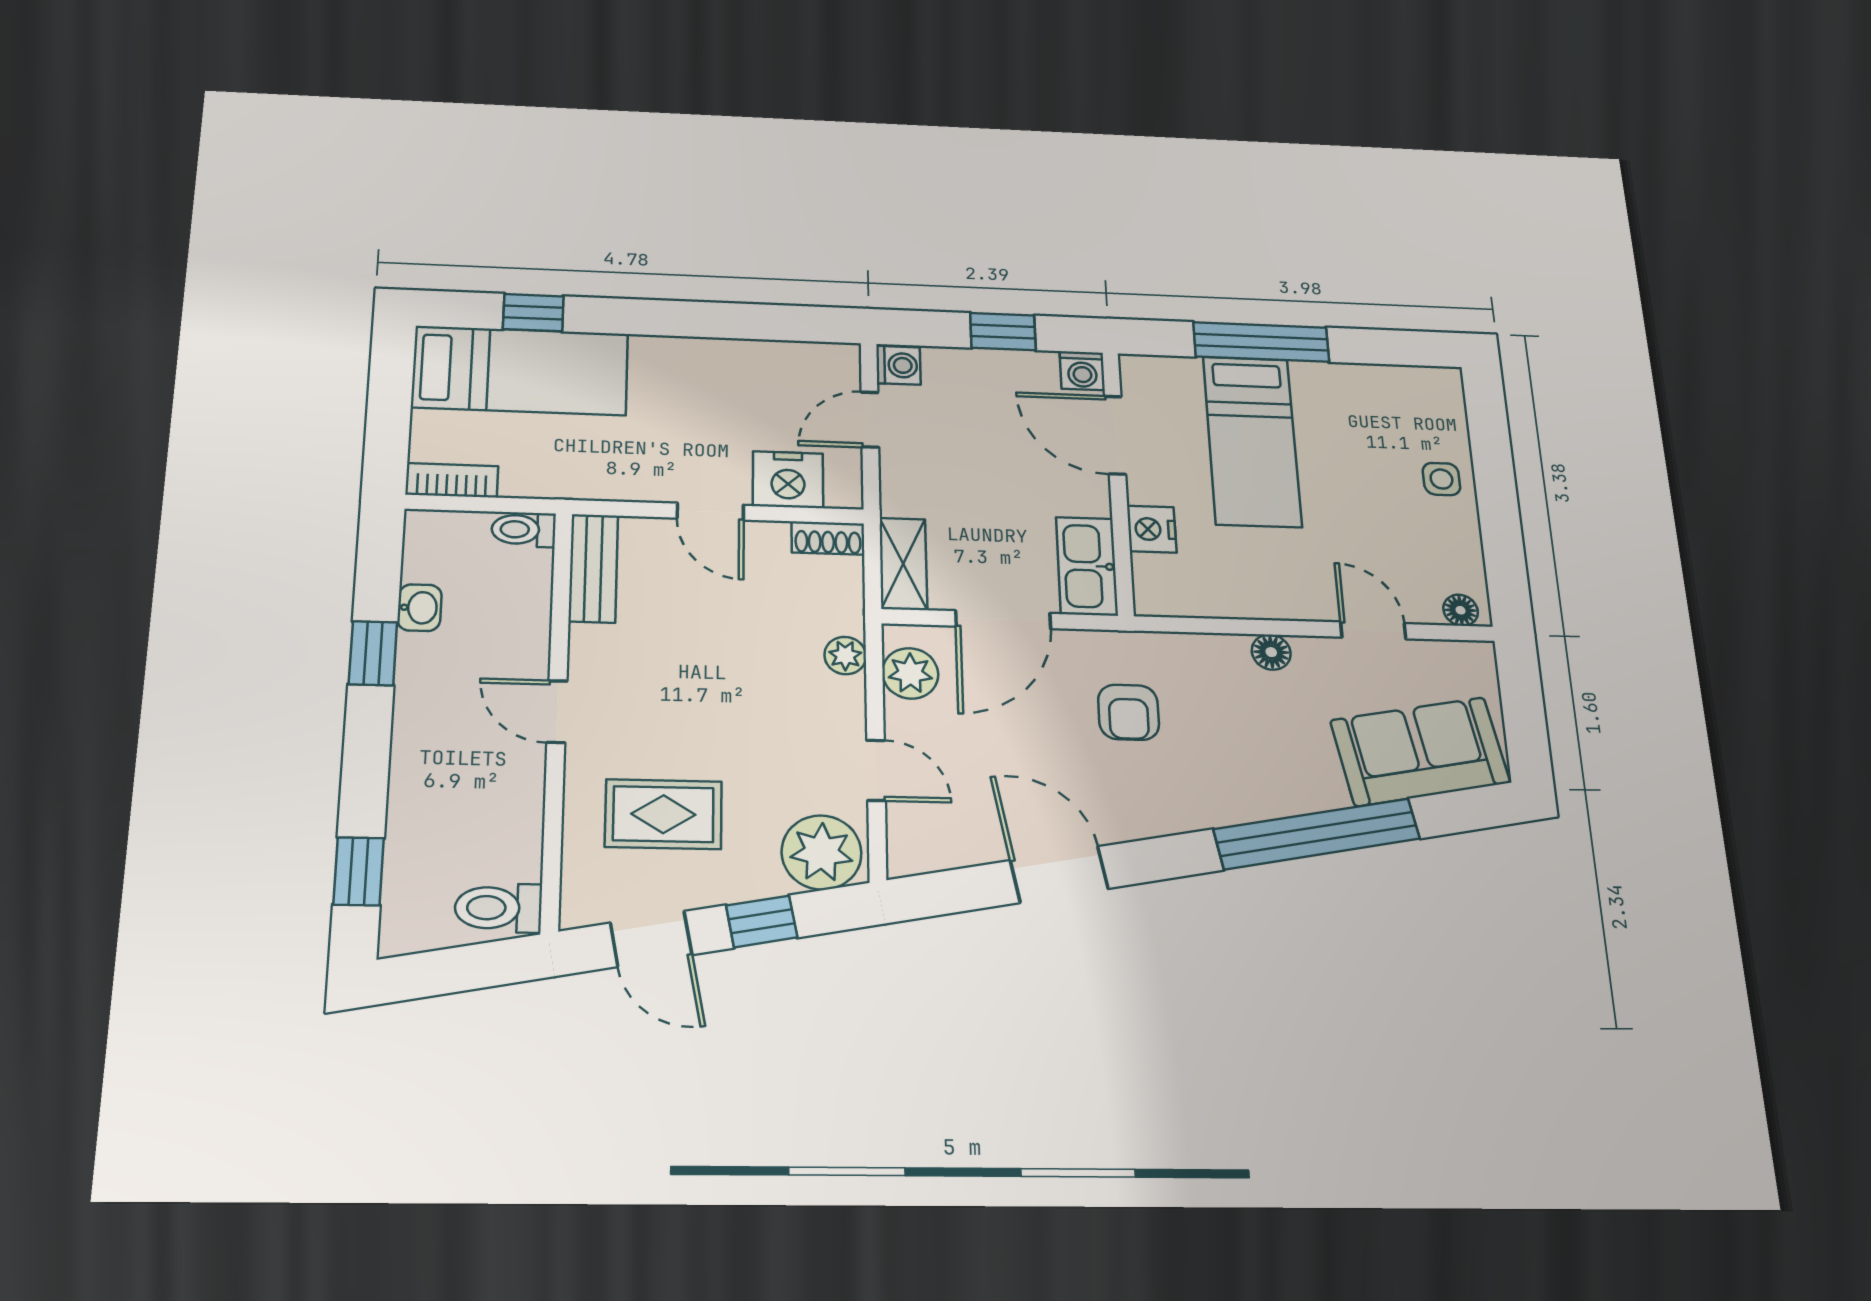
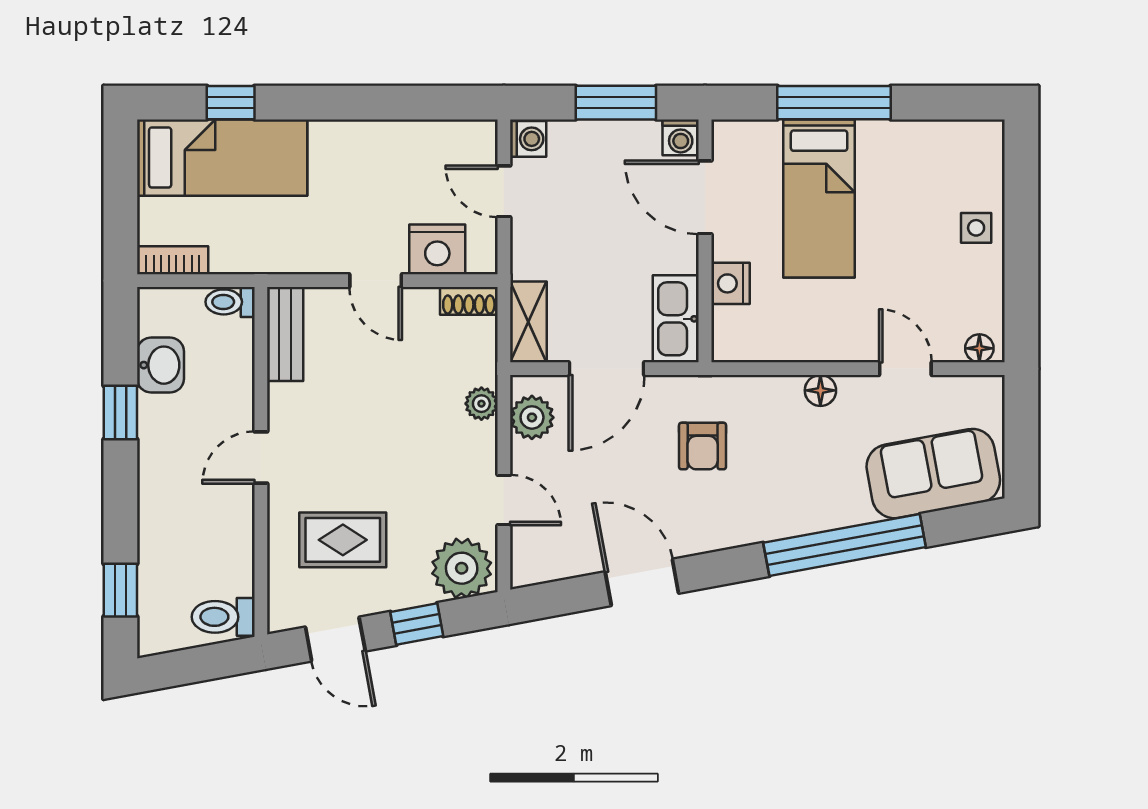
window: (1003, 332) -> (616, 103), width x1.50
door: (870, 420) -> (504, 191), hinge flipped
washbasin: (419, 608) -> (161, 365), width x1.38, depth x1.45
door: (557, 712) -> (261, 458), hinge flipped

